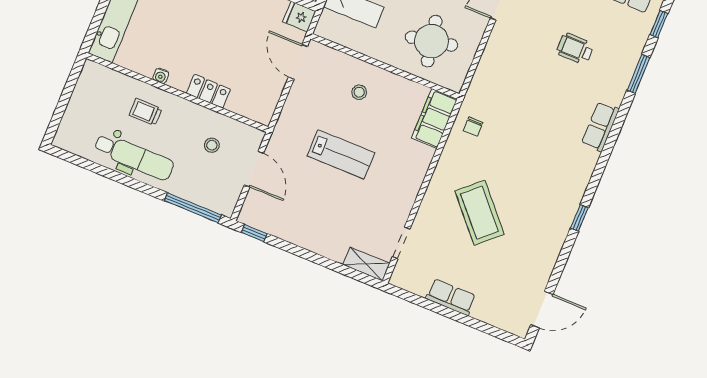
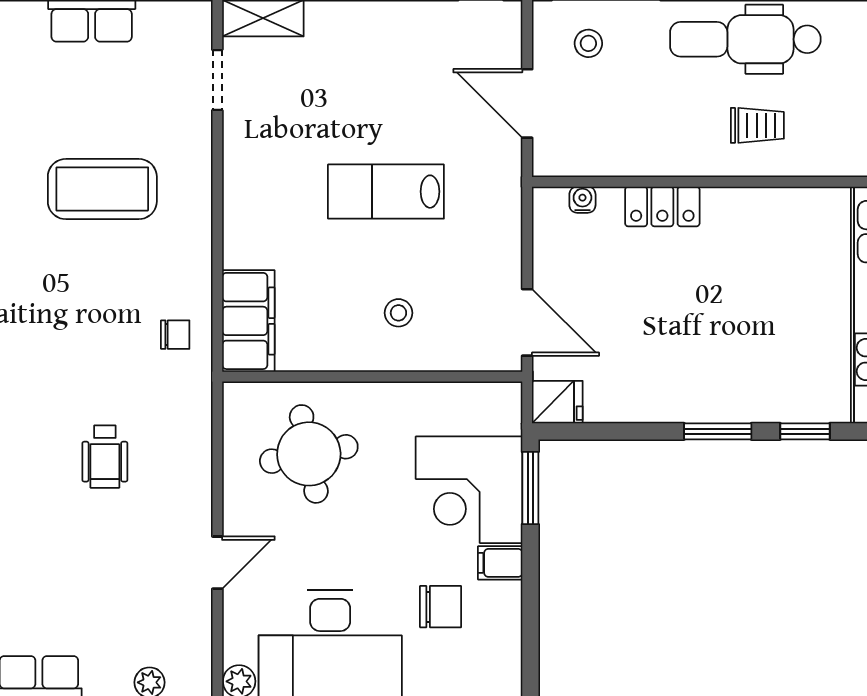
wheelchair: (575, 49) -> (105, 457), moved, turned 90
water cooler: (161, 76) -> (582, 200), moved
chair: (473, 126) -> (175, 335), turned 90
stool: (212, 145) -> (588, 43), moved
coffee table: (480, 213) -> (102, 189), turned -48

